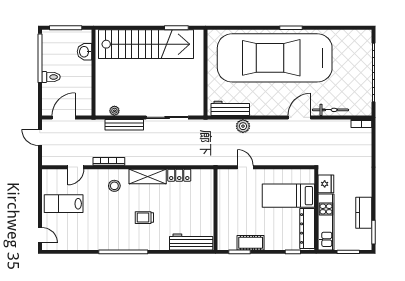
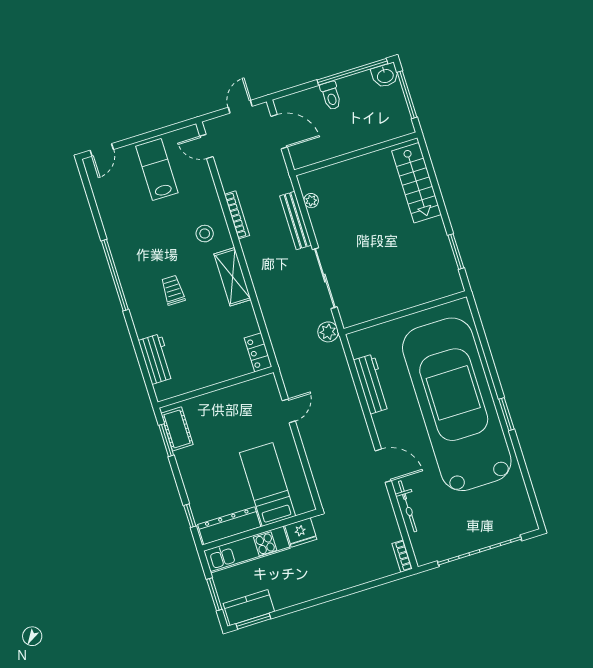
stairs: (146, 44) -> (417, 183), width x0.54, depth x0.66
washbasin: (84, 52) -> (385, 75), moved, turned 180
workbench: (230, 108) -> (372, 384), moved
plant: (243, 126) -> (328, 332), moved
door: (76, 167) -> (206, 146), moved
locker: (179, 175) -> (258, 352), moved
kitchen counter: (364, 213) -> (249, 608), moved
workbench: (191, 242) -> (156, 359), width x0.73
cot: (251, 243) -> (177, 429), moved

